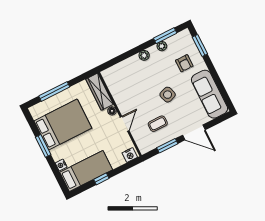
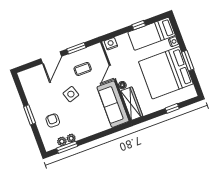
window: (200, 45) -> (30, 115), moved
plant: (144, 55) -> (62, 141), moved
window: (54, 91) -> (172, 108), width x0.46
sofa: (209, 94) -> (113, 104), moved, turned 180
bed: (63, 125) -> (166, 73), width x1.36
door: (194, 132) -> (51, 58), swing flipped

